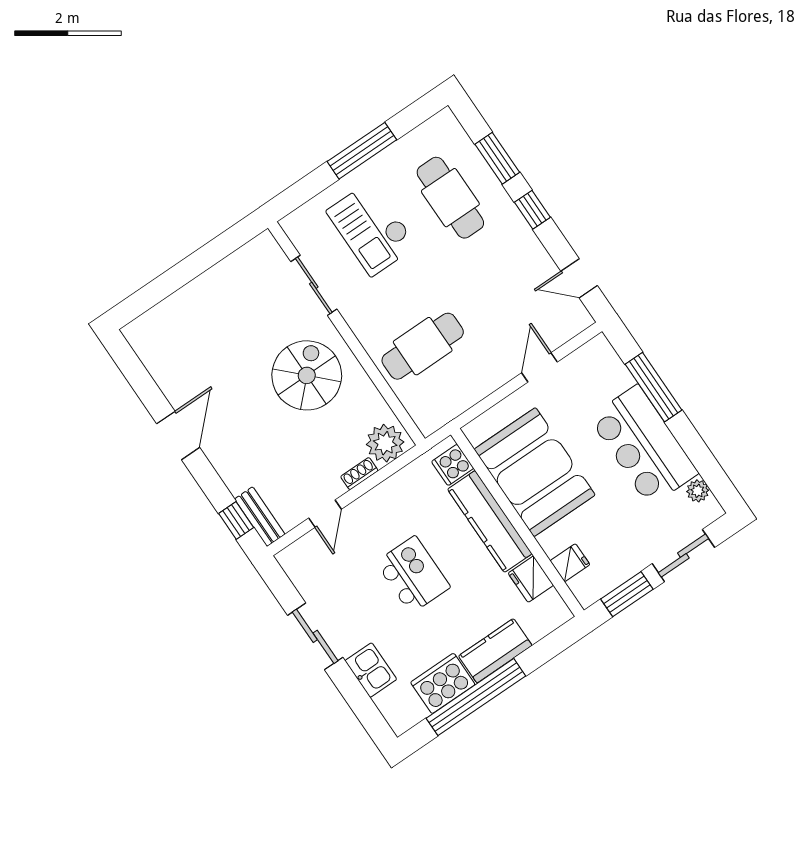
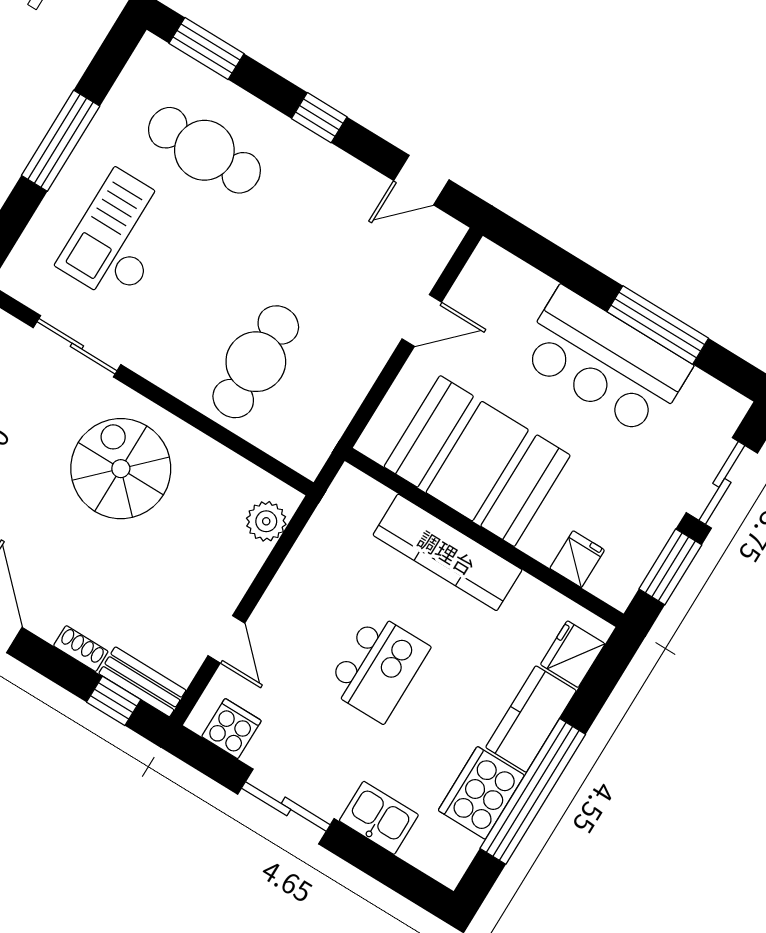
window: (497, 158) -> (207, 48), moved
checkout: (372, 228) -> (119, 237), turned 90
door: (540, 367) -> (422, 321), swing flipped
window: (653, 387) -> (658, 325), moved
plant: (385, 443) -> (266, 521), width x0.73, depth x0.73
cooker: (453, 465) -> (231, 729), moved, turned 180
shoe rack: (359, 474) -> (81, 649), moved, turned 90
plant: (698, 491) -> (702, 389), removed
kitchen island: (413, 575) -> (378, 668), turned 90
fridge: (531, 579) -> (573, 654), moved, turned 90

